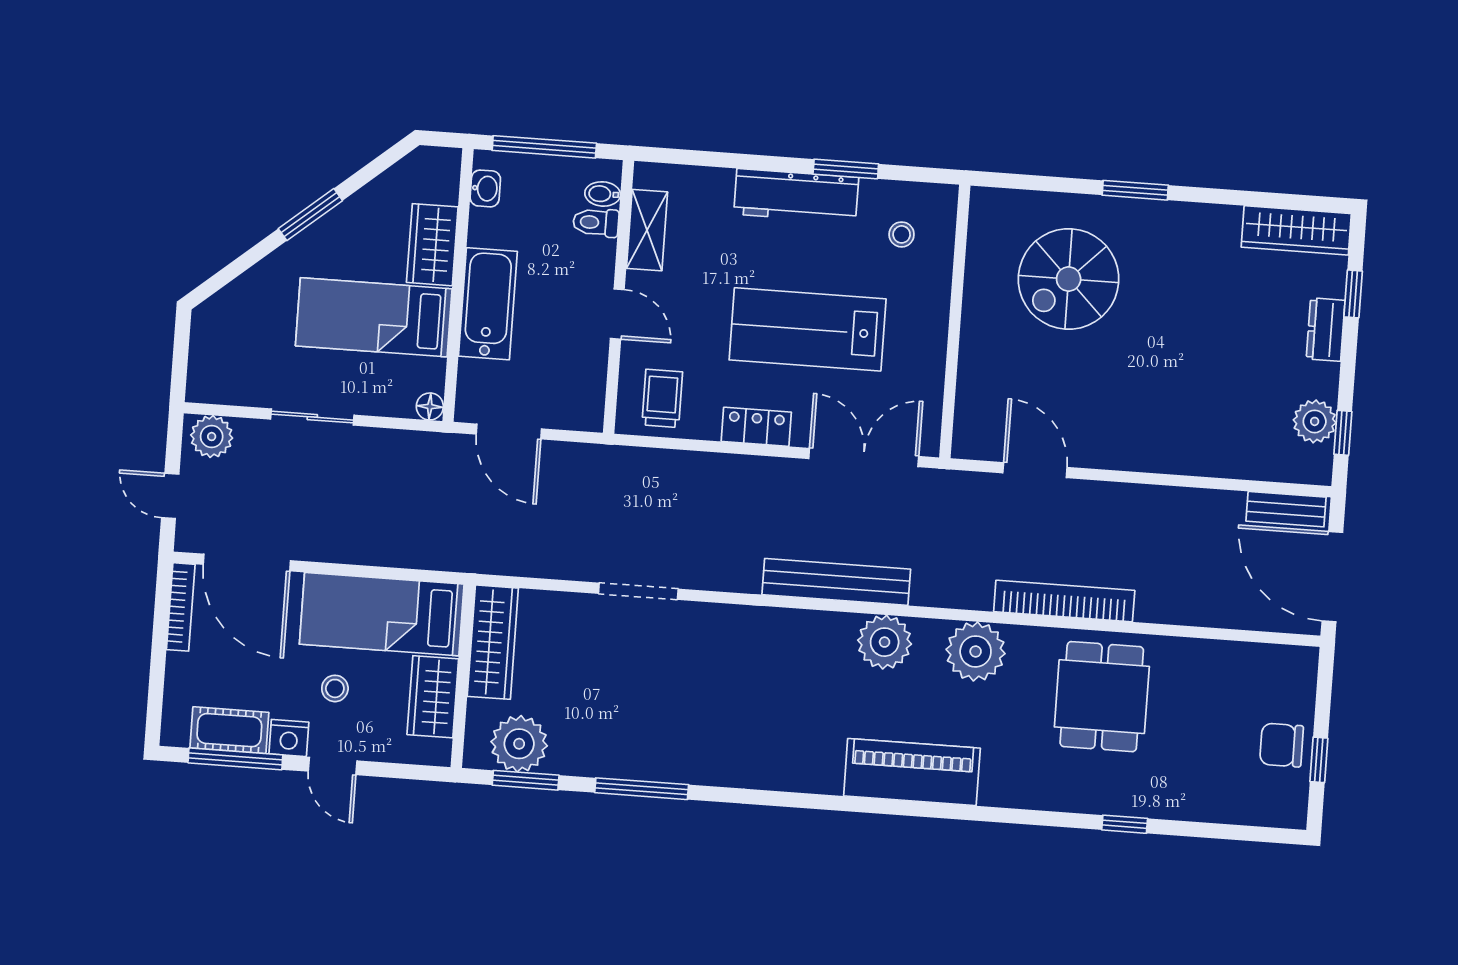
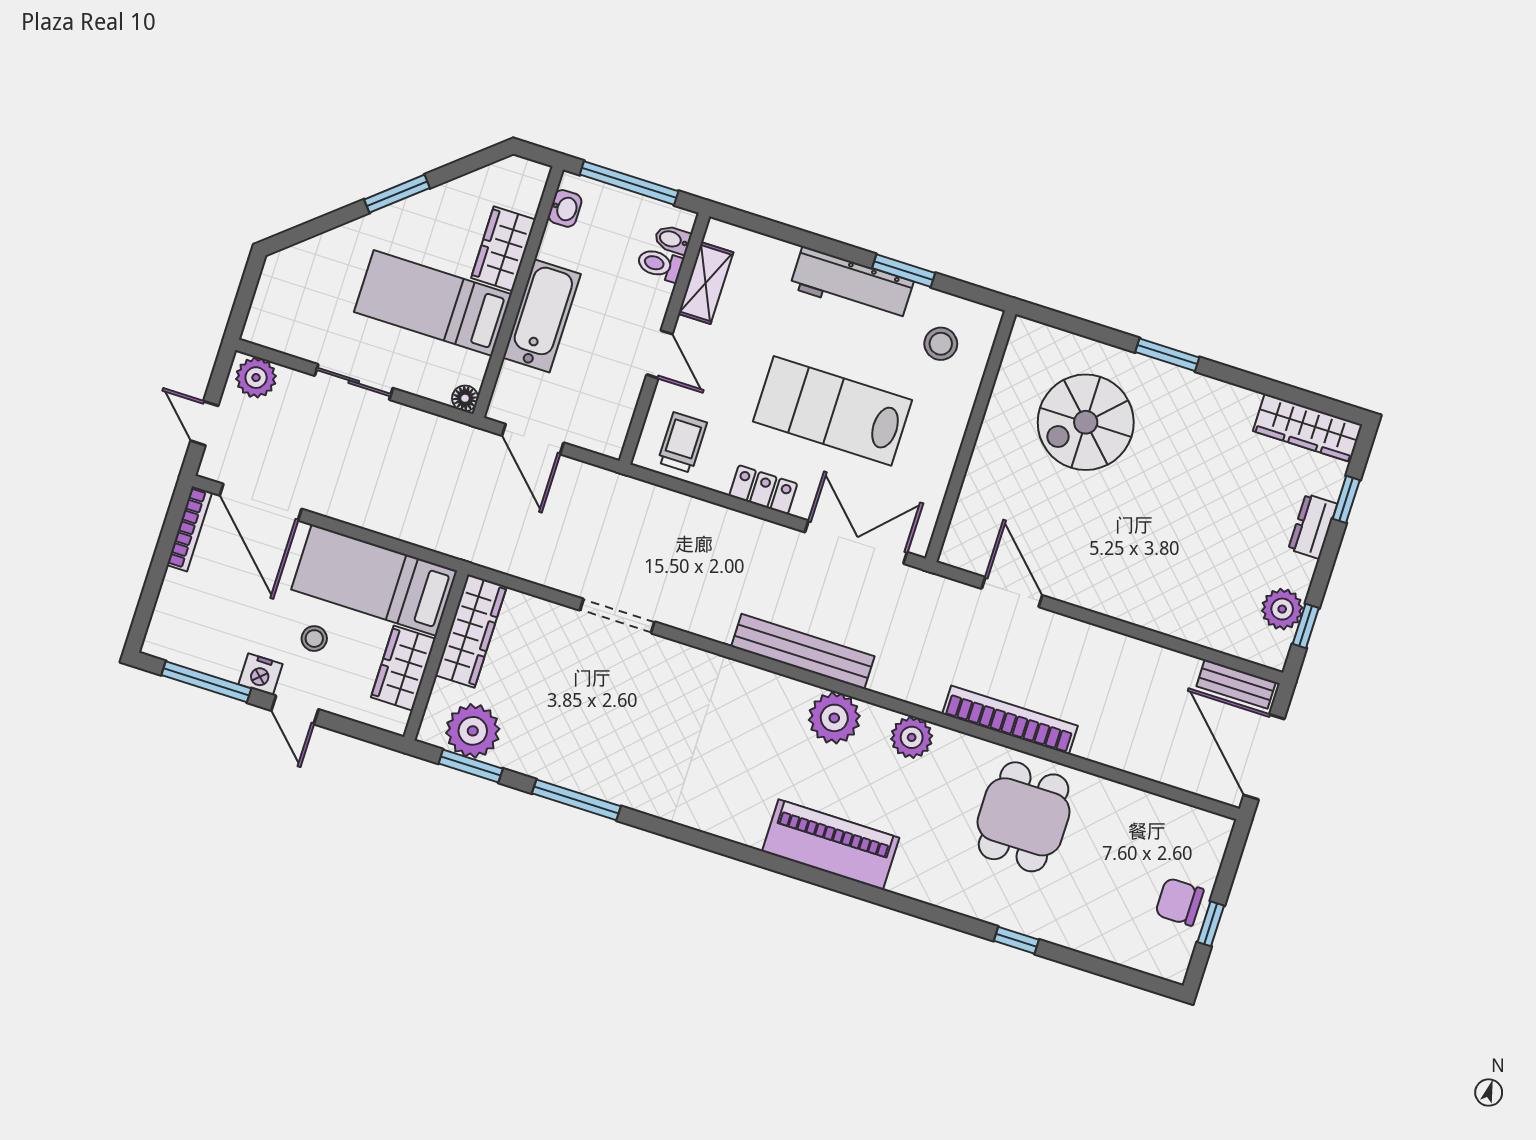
stool: (902, 234) -> (941, 344), width x1.37, depth x1.37
plant: (976, 651) -> (912, 737), width x0.73, depth x0.73
cot: (229, 730) -> (207, 654), removed

